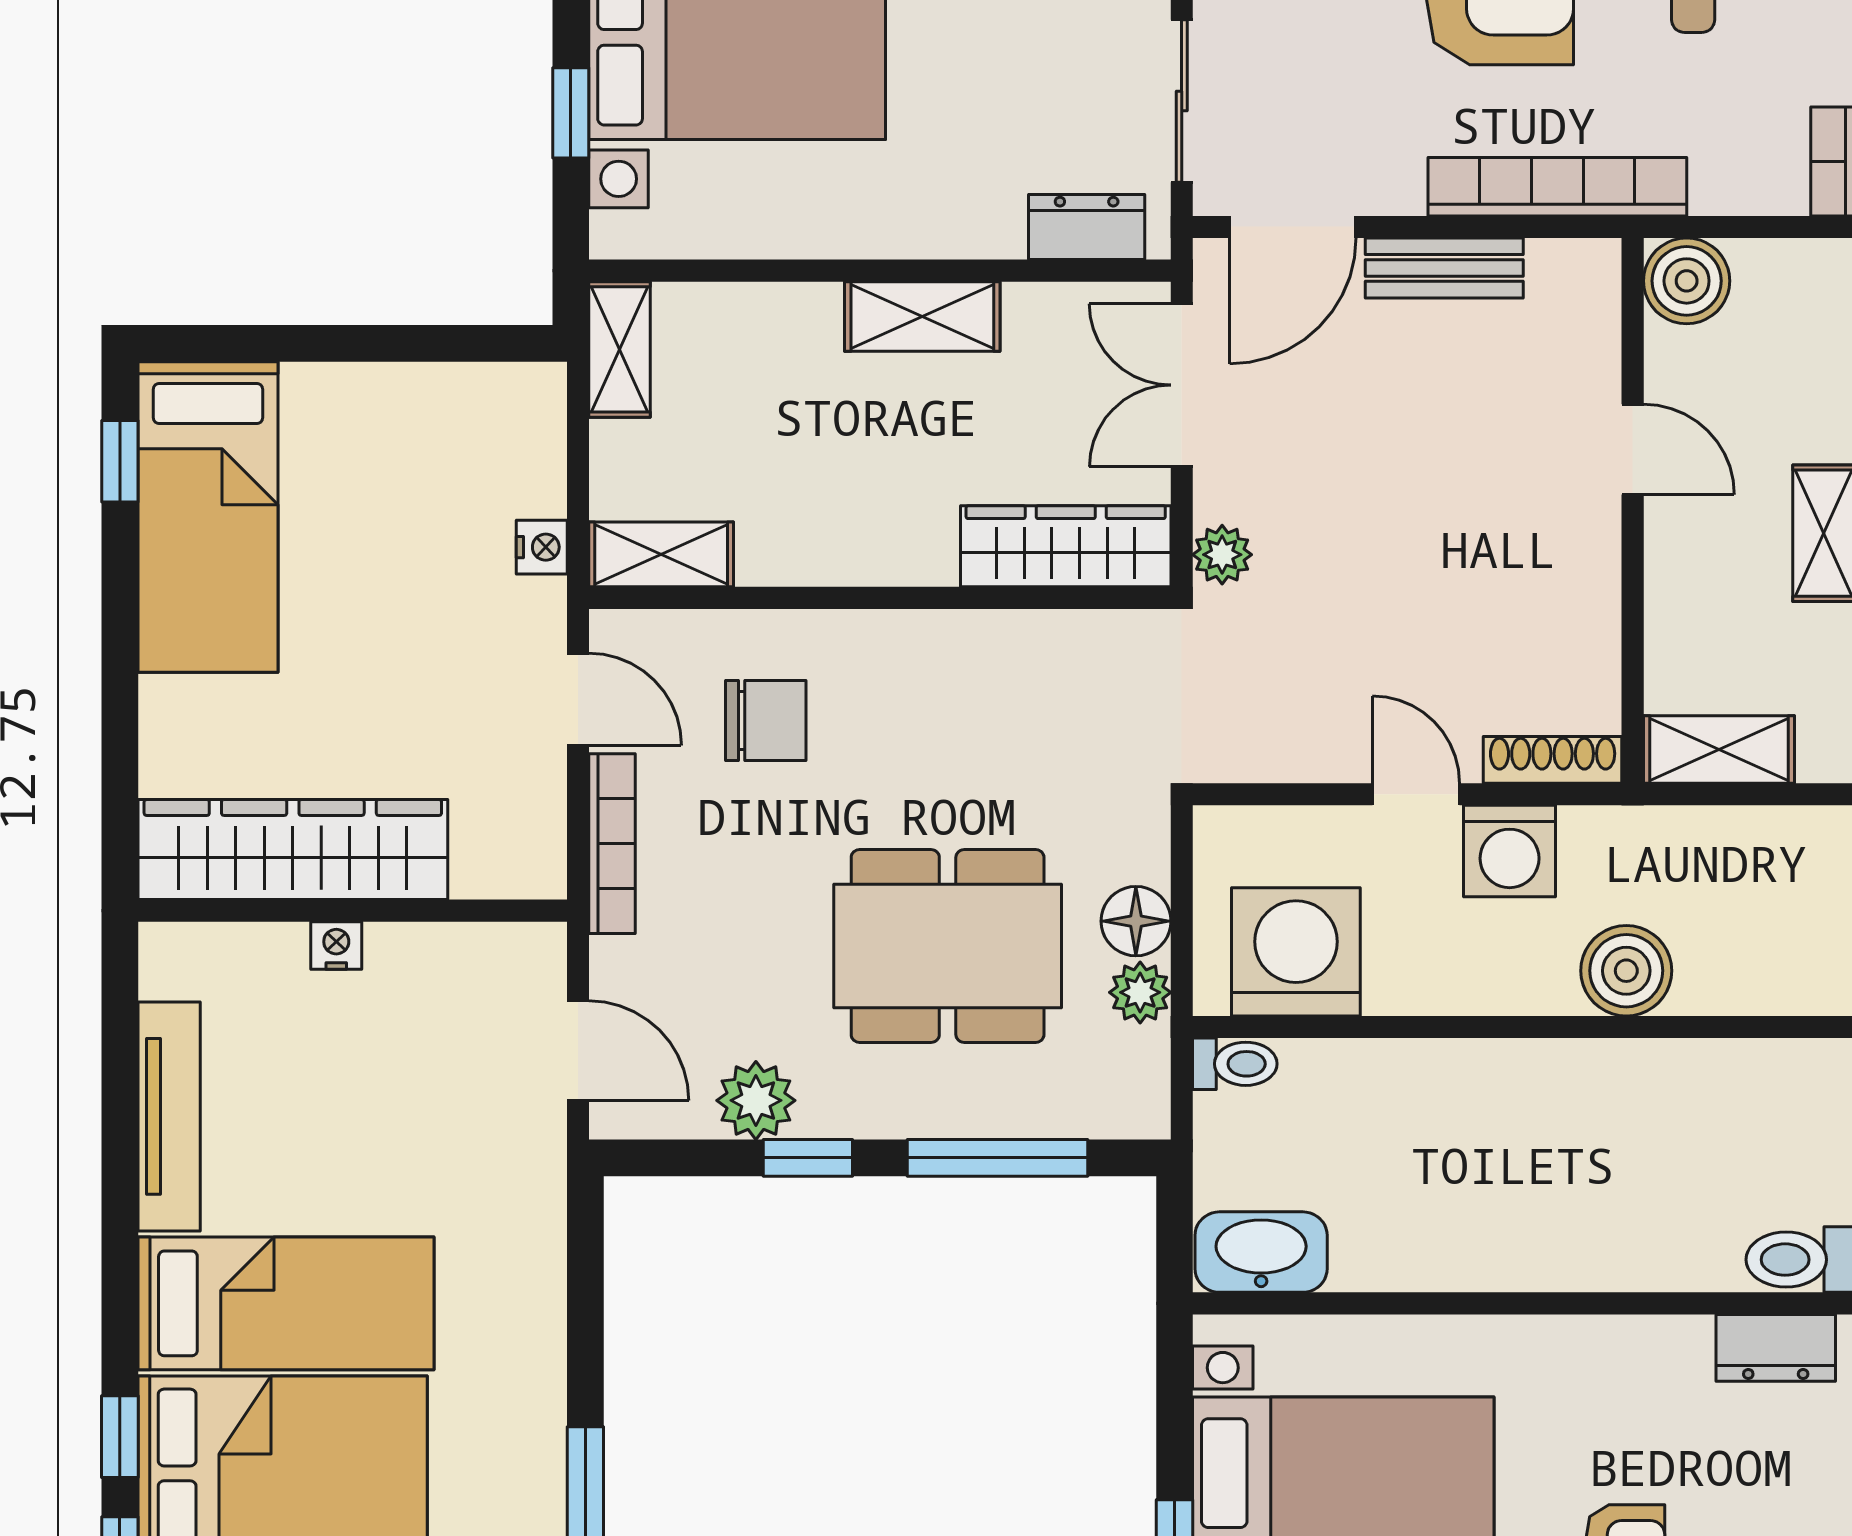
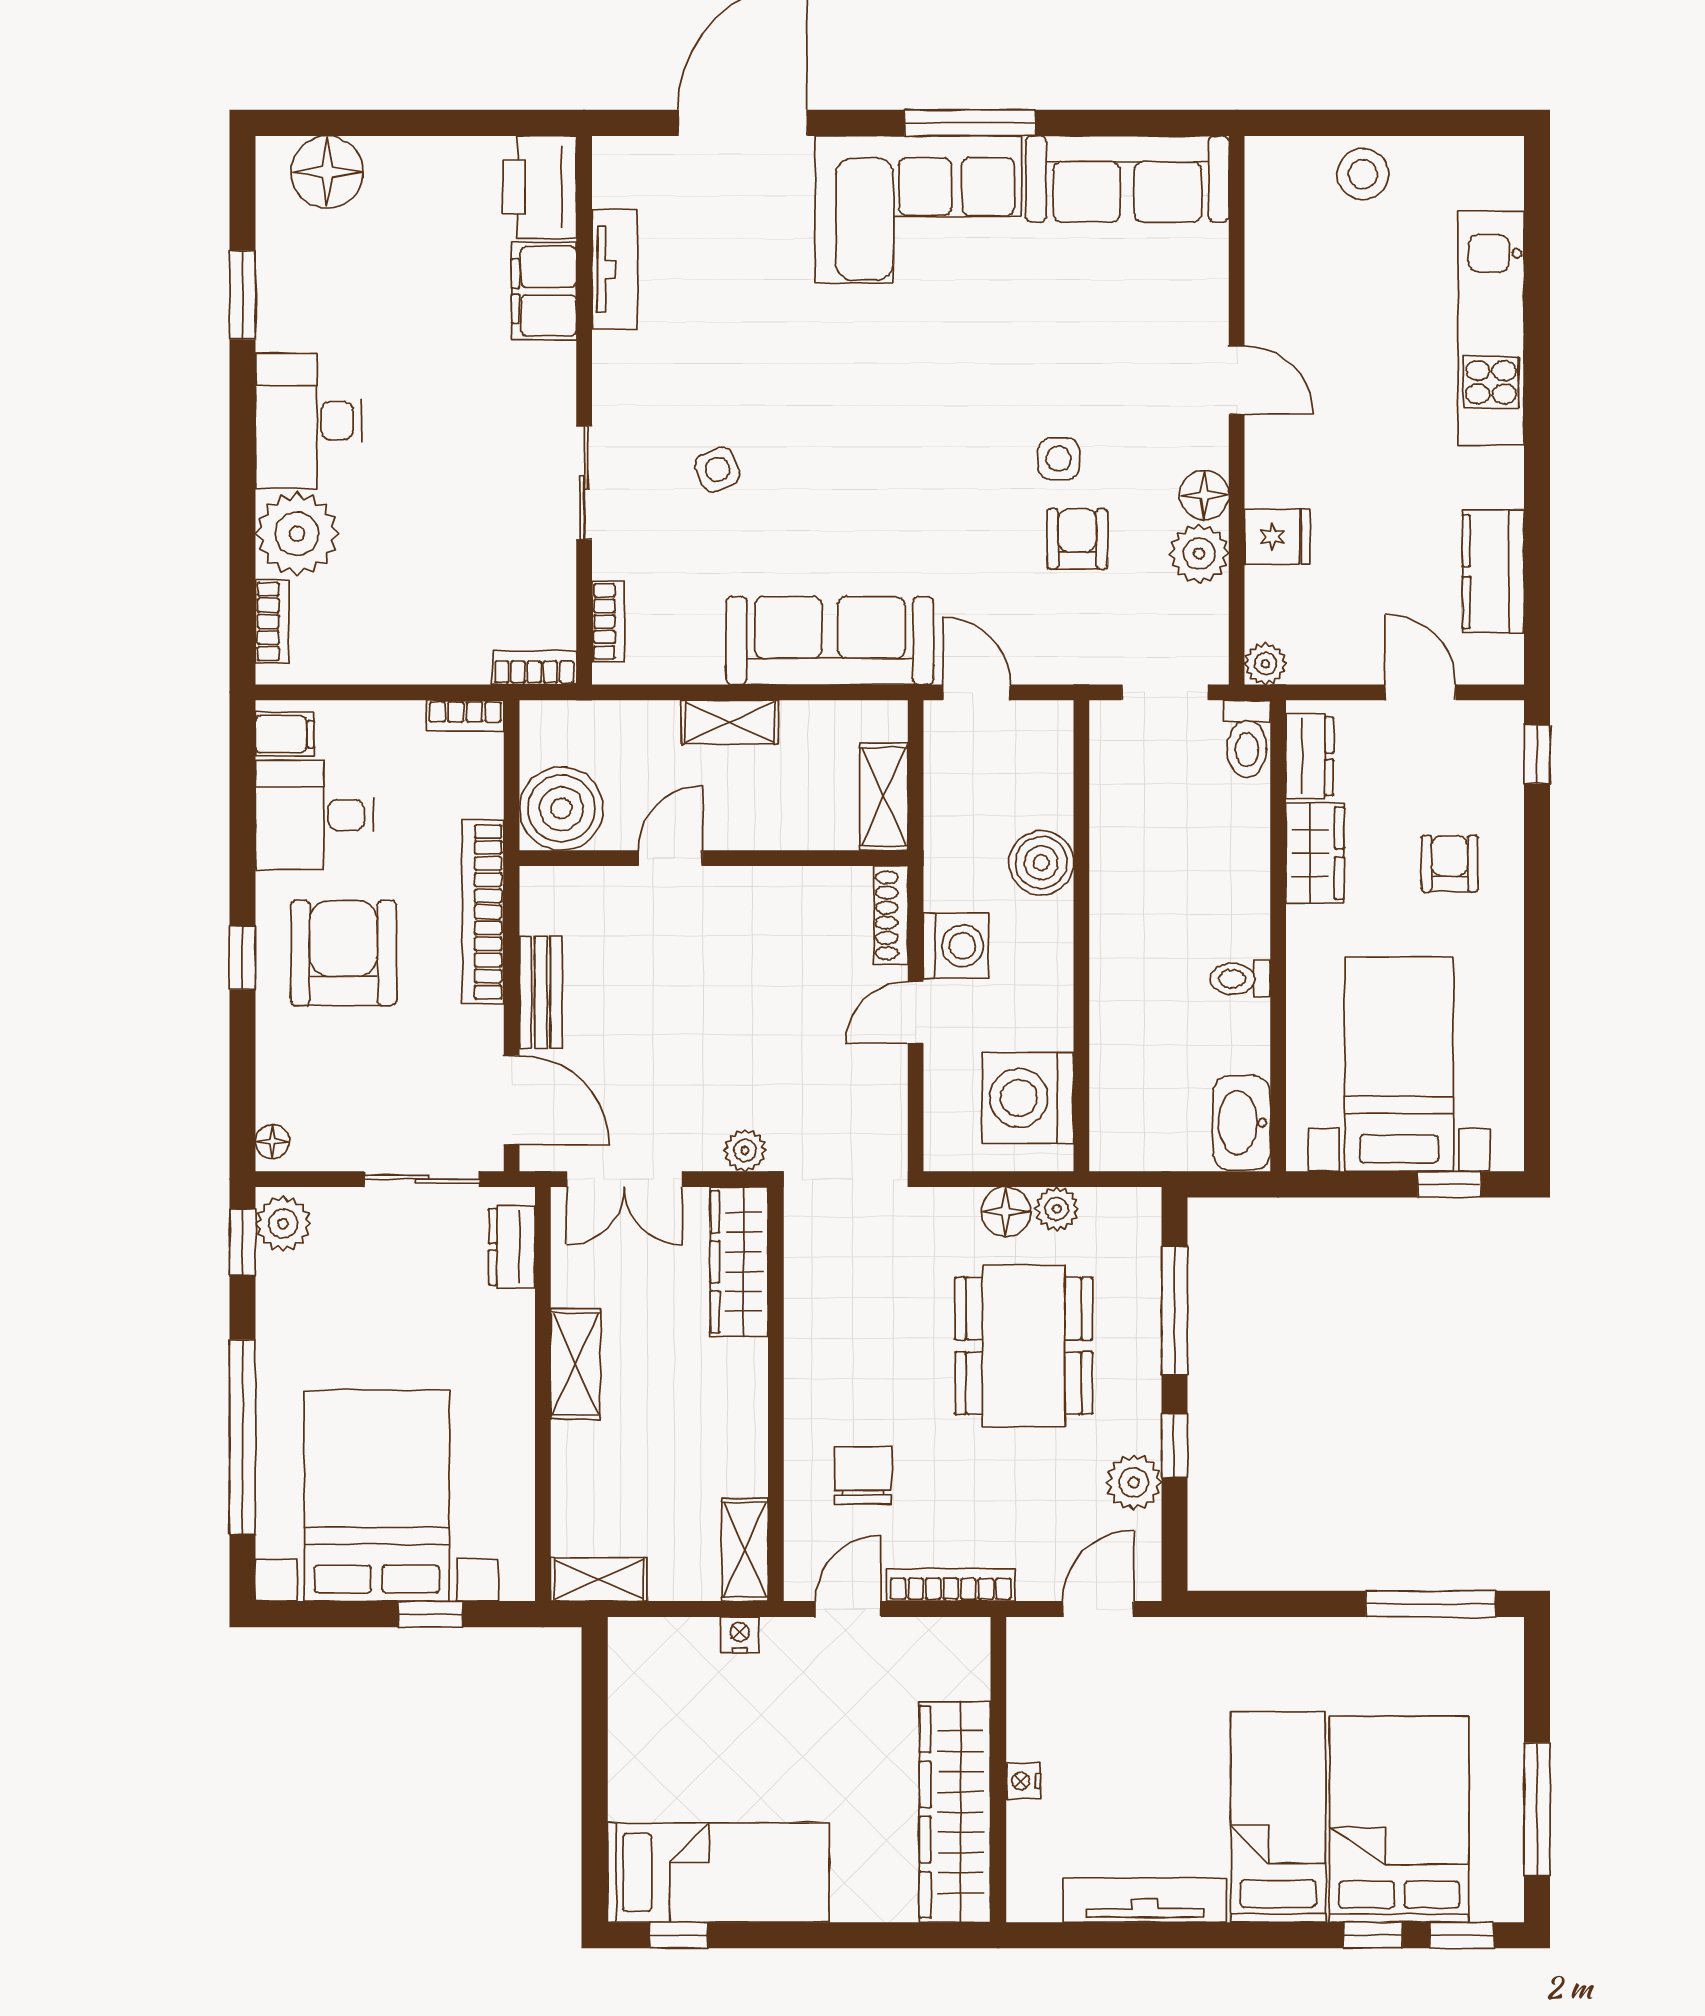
boiler: (1687, 281) -> (561, 809), width x1.37, depth x1.37
toilet: (1235, 1064) -> (1240, 979), moved, turned -90
wardrobe: (1640, 1355) -> (1315, 853), added

